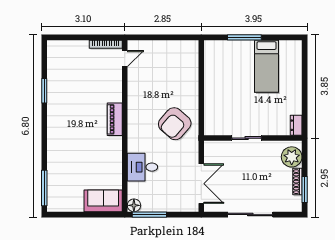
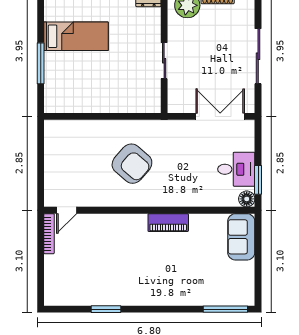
door: (125, 59) -> (67, 210), swing flipped
piano: (115, 119) -> (168, 223), moved
armchair: (175, 124) -> (132, 164), moved
desk: (142, 167) -> (236, 169), moved, turned -90
window: (149, 215) -> (258, 180), width x0.69

